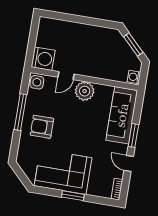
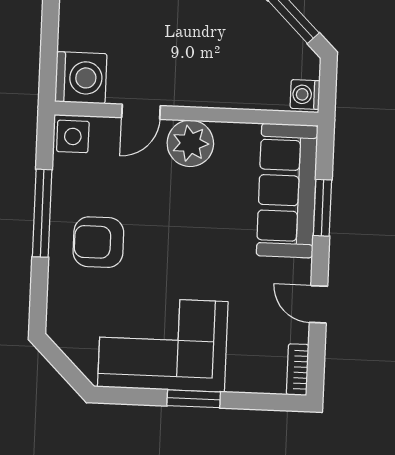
window: (133, 135) -> (323, 208), moved

